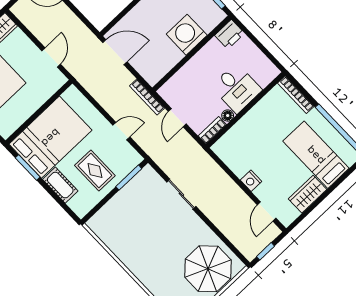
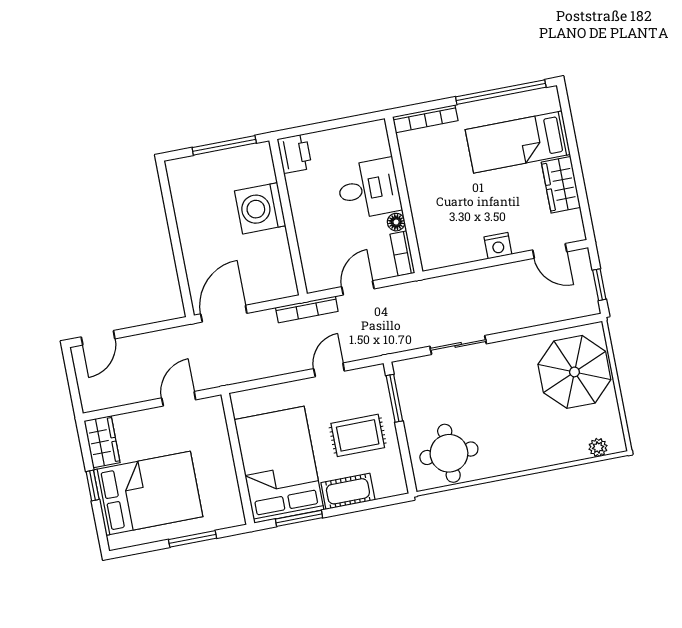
door: (51, 57) -> (179, 399), hinge flipped
door: (177, 118) -> (358, 288), swing flipped
round table: (118, 228) -> (449, 453), added

